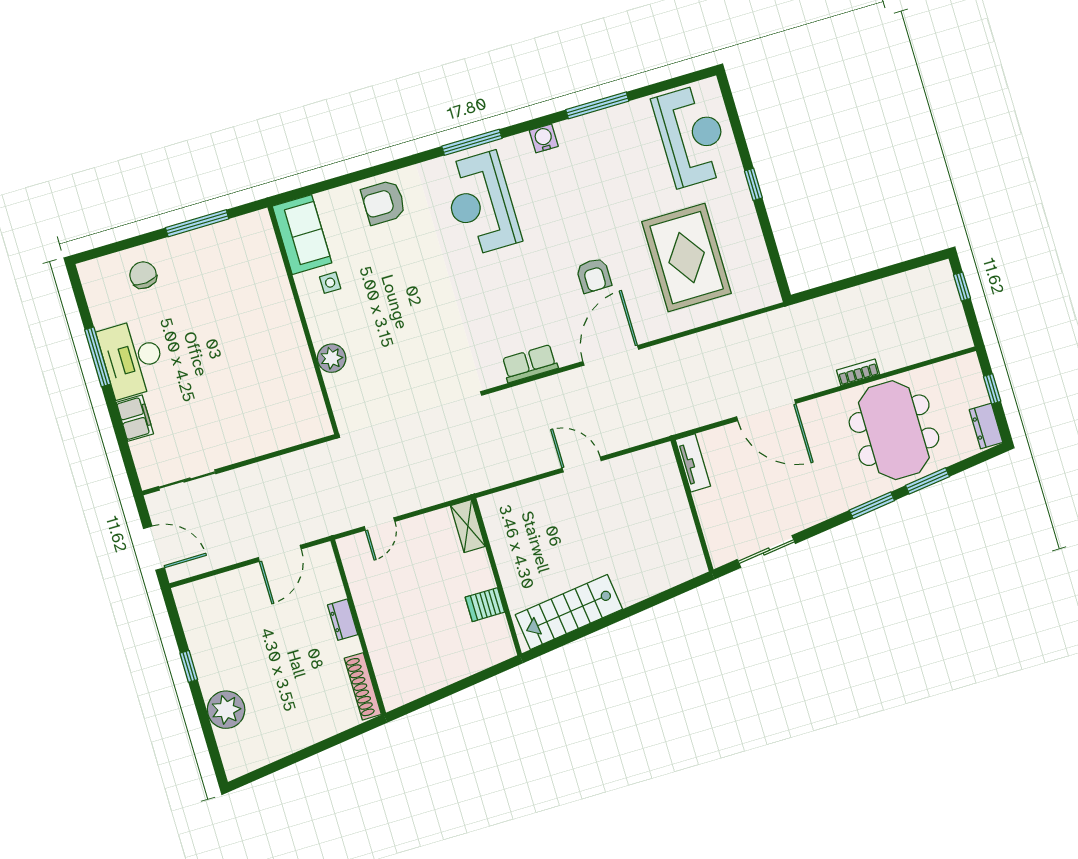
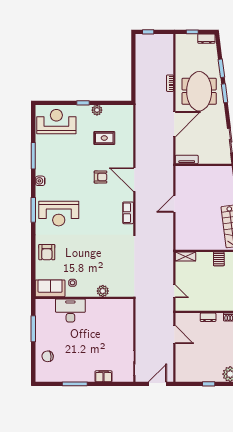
plant: (746, 222) -> (97, 110), added
rug: (687, 258) -> (104, 138), width x0.54, depth x0.49
desk: (132, 358) -> (70, 311), moved, turned 180
meeting table: (894, 430) -> (199, 91), moved, turned 90

